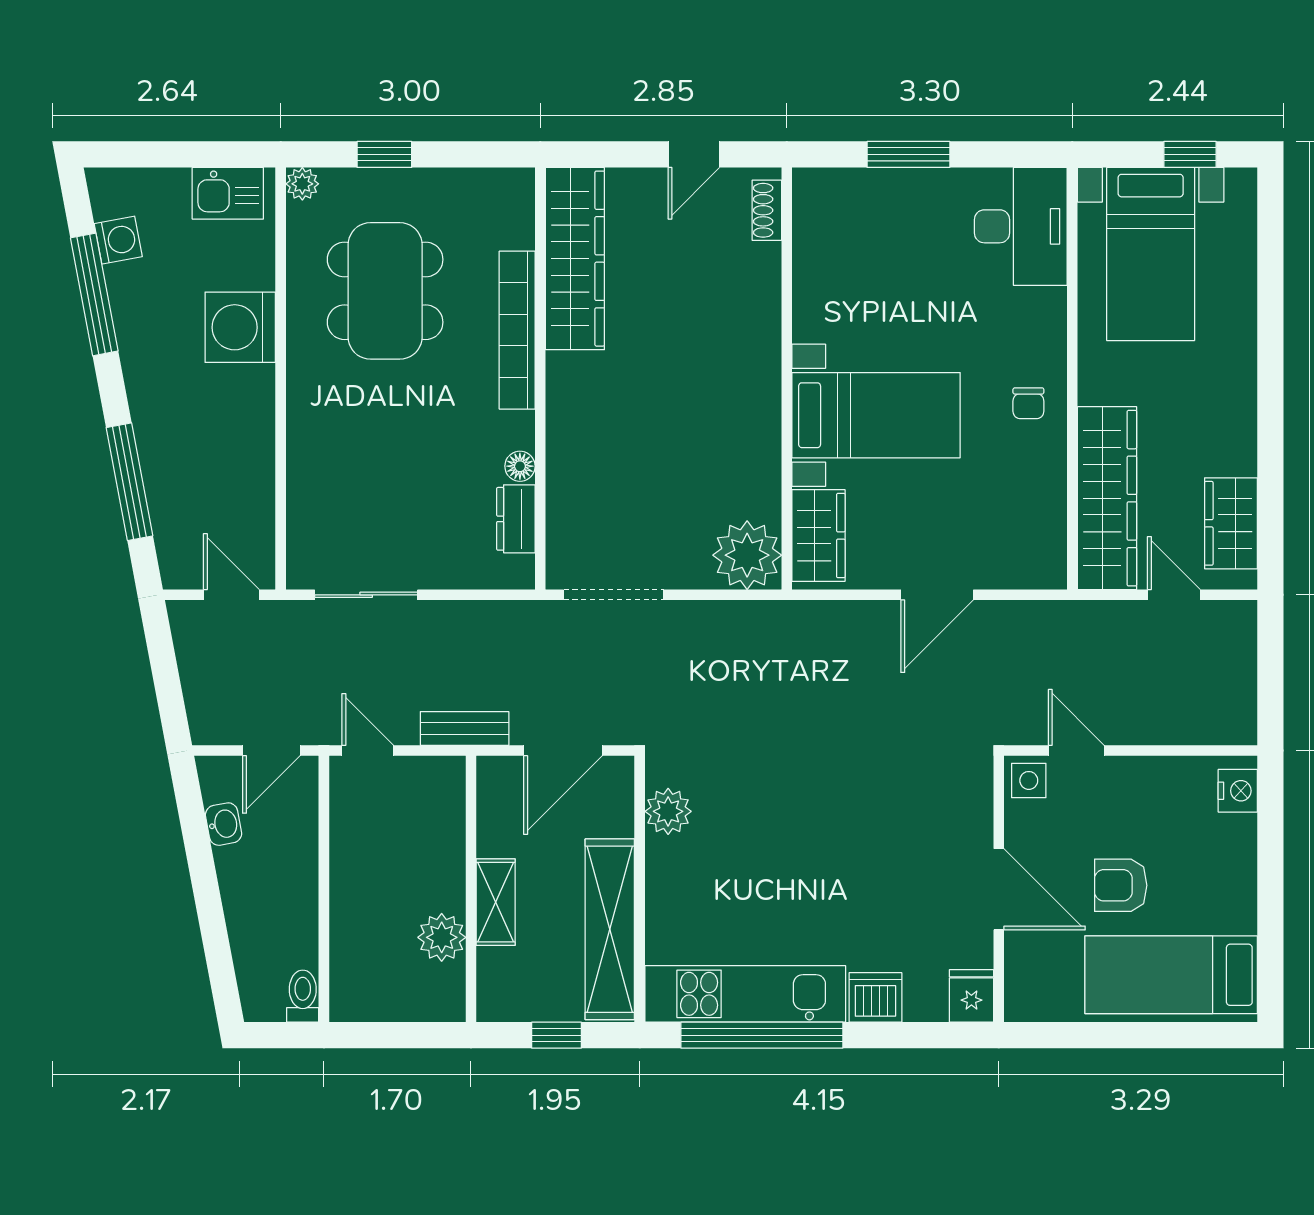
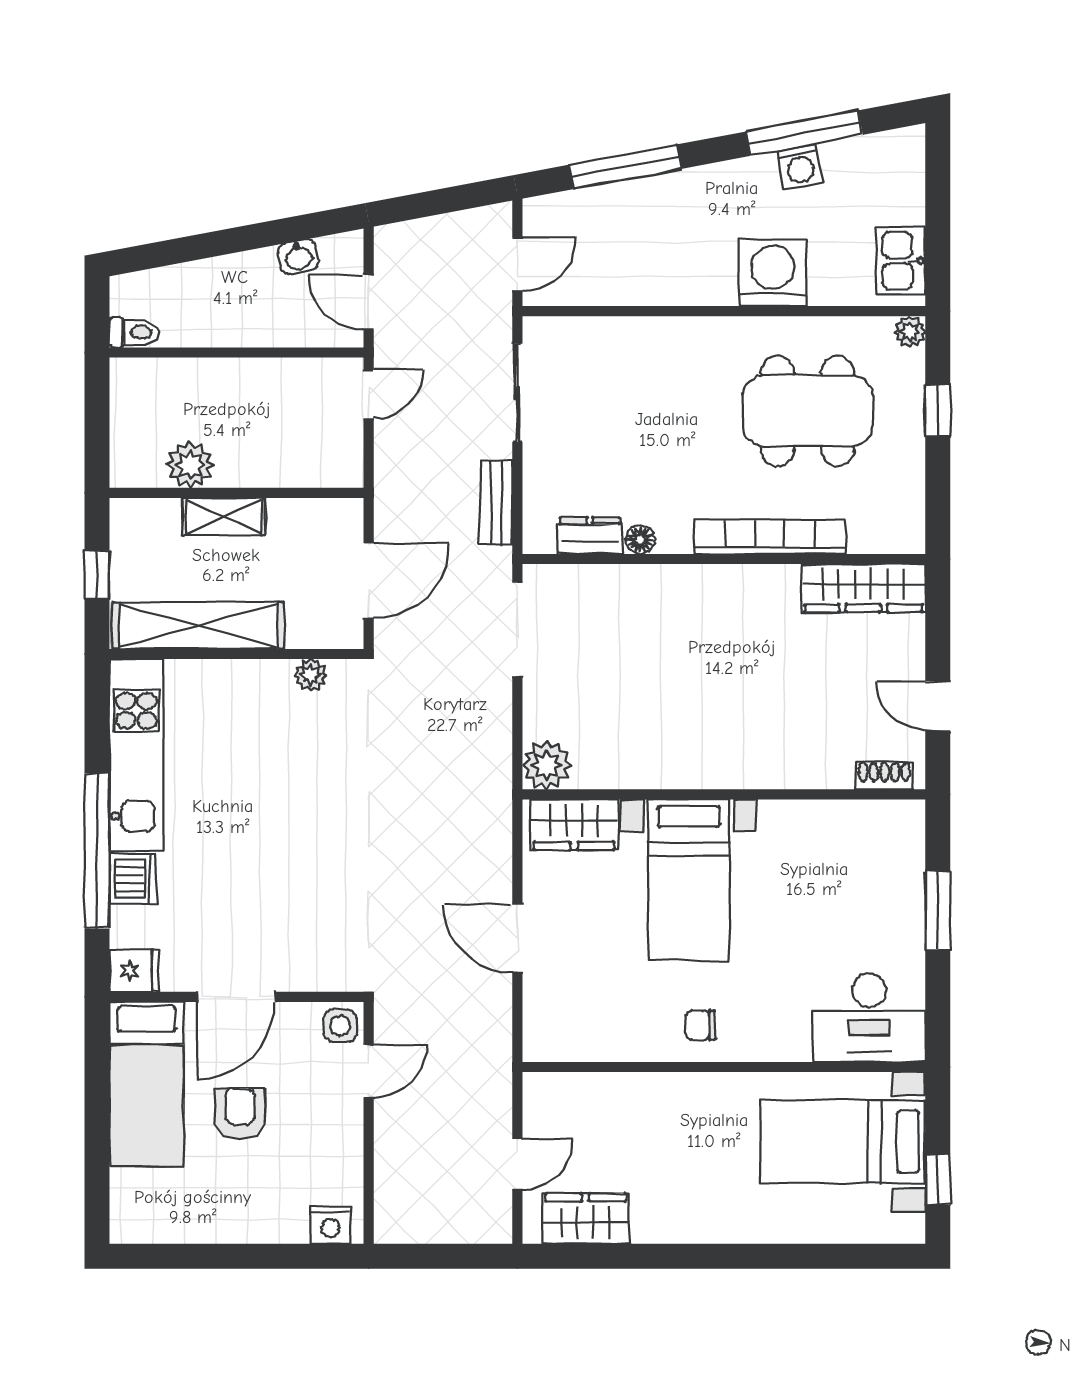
washing machine: (118, 240) -> (800, 167), moved
wardrobe: (575, 259) -> (863, 588), width x0.71, depth x0.85
wardrobe: (1107, 498) -> (610, 1100), removed
plant: (747, 555) -> (546, 765), width x0.73, depth x0.73
bench: (465, 728) -> (496, 502), moved
door: (563, 750) -> (369, 581), swing flipped
plant: (668, 811) -> (310, 675), width x0.73, depth x0.73
bed: (1171, 975) -> (146, 1084), moved, turned 180
window: (762, 1035) -> (97, 851), moved

